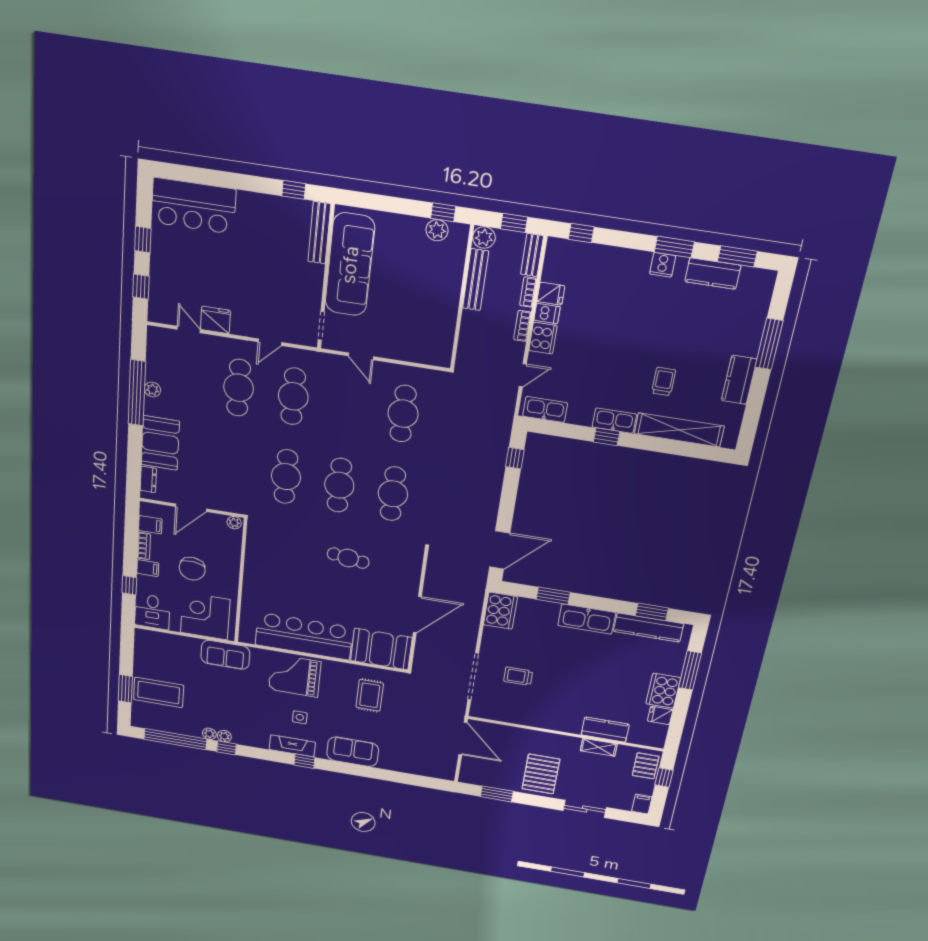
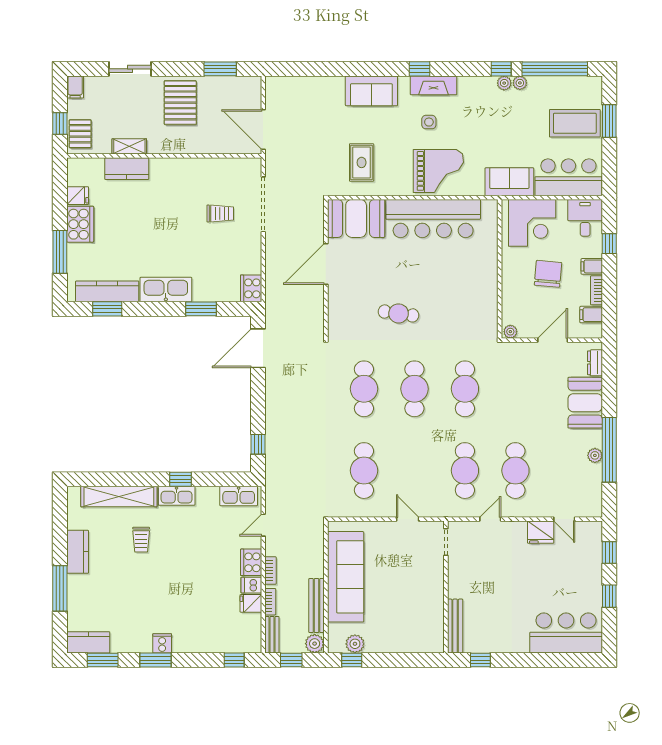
sofa: (350, 265) -> (346, 577), moved, turned 180
kitchen counter: (713, 273) -> (88, 642), moved
cooker: (500, 611) -> (251, 288), width x0.73, depth x0.76
bar counter: (167, 649) -> (568, 177), added

